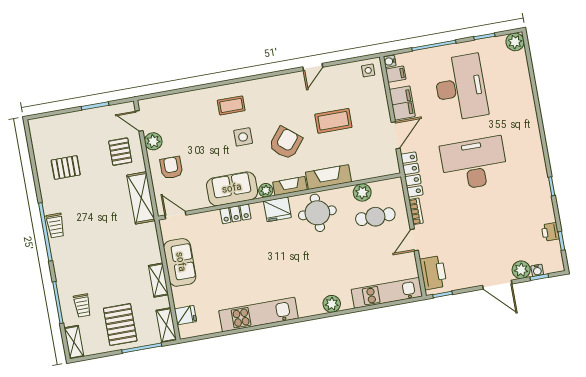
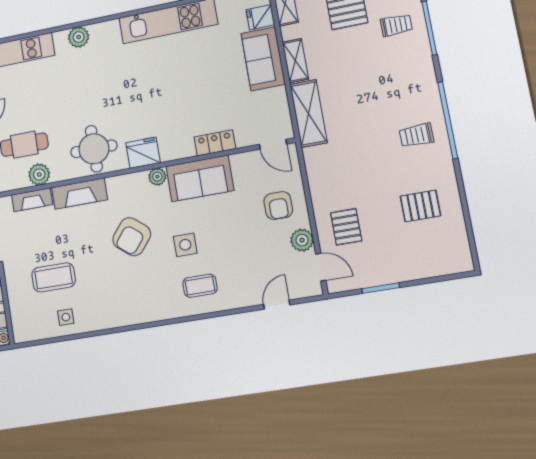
door: (313, 67) -> (277, 305), moved
side table: (368, 70) -> (66, 317), moved
coffee table: (333, 121) -> (54, 277), moved
fireplace: (290, 186) -> (32, 200), moved
shelving: (141, 198) -> (309, 114), moved
locker: (236, 214) -> (215, 143), moved
trolley: (55, 226) -> (416, 135), moved, turned -91
sofa: (180, 262) -> (263, 59), moved
trolley: (82, 306) -> (396, 25), turned 90

